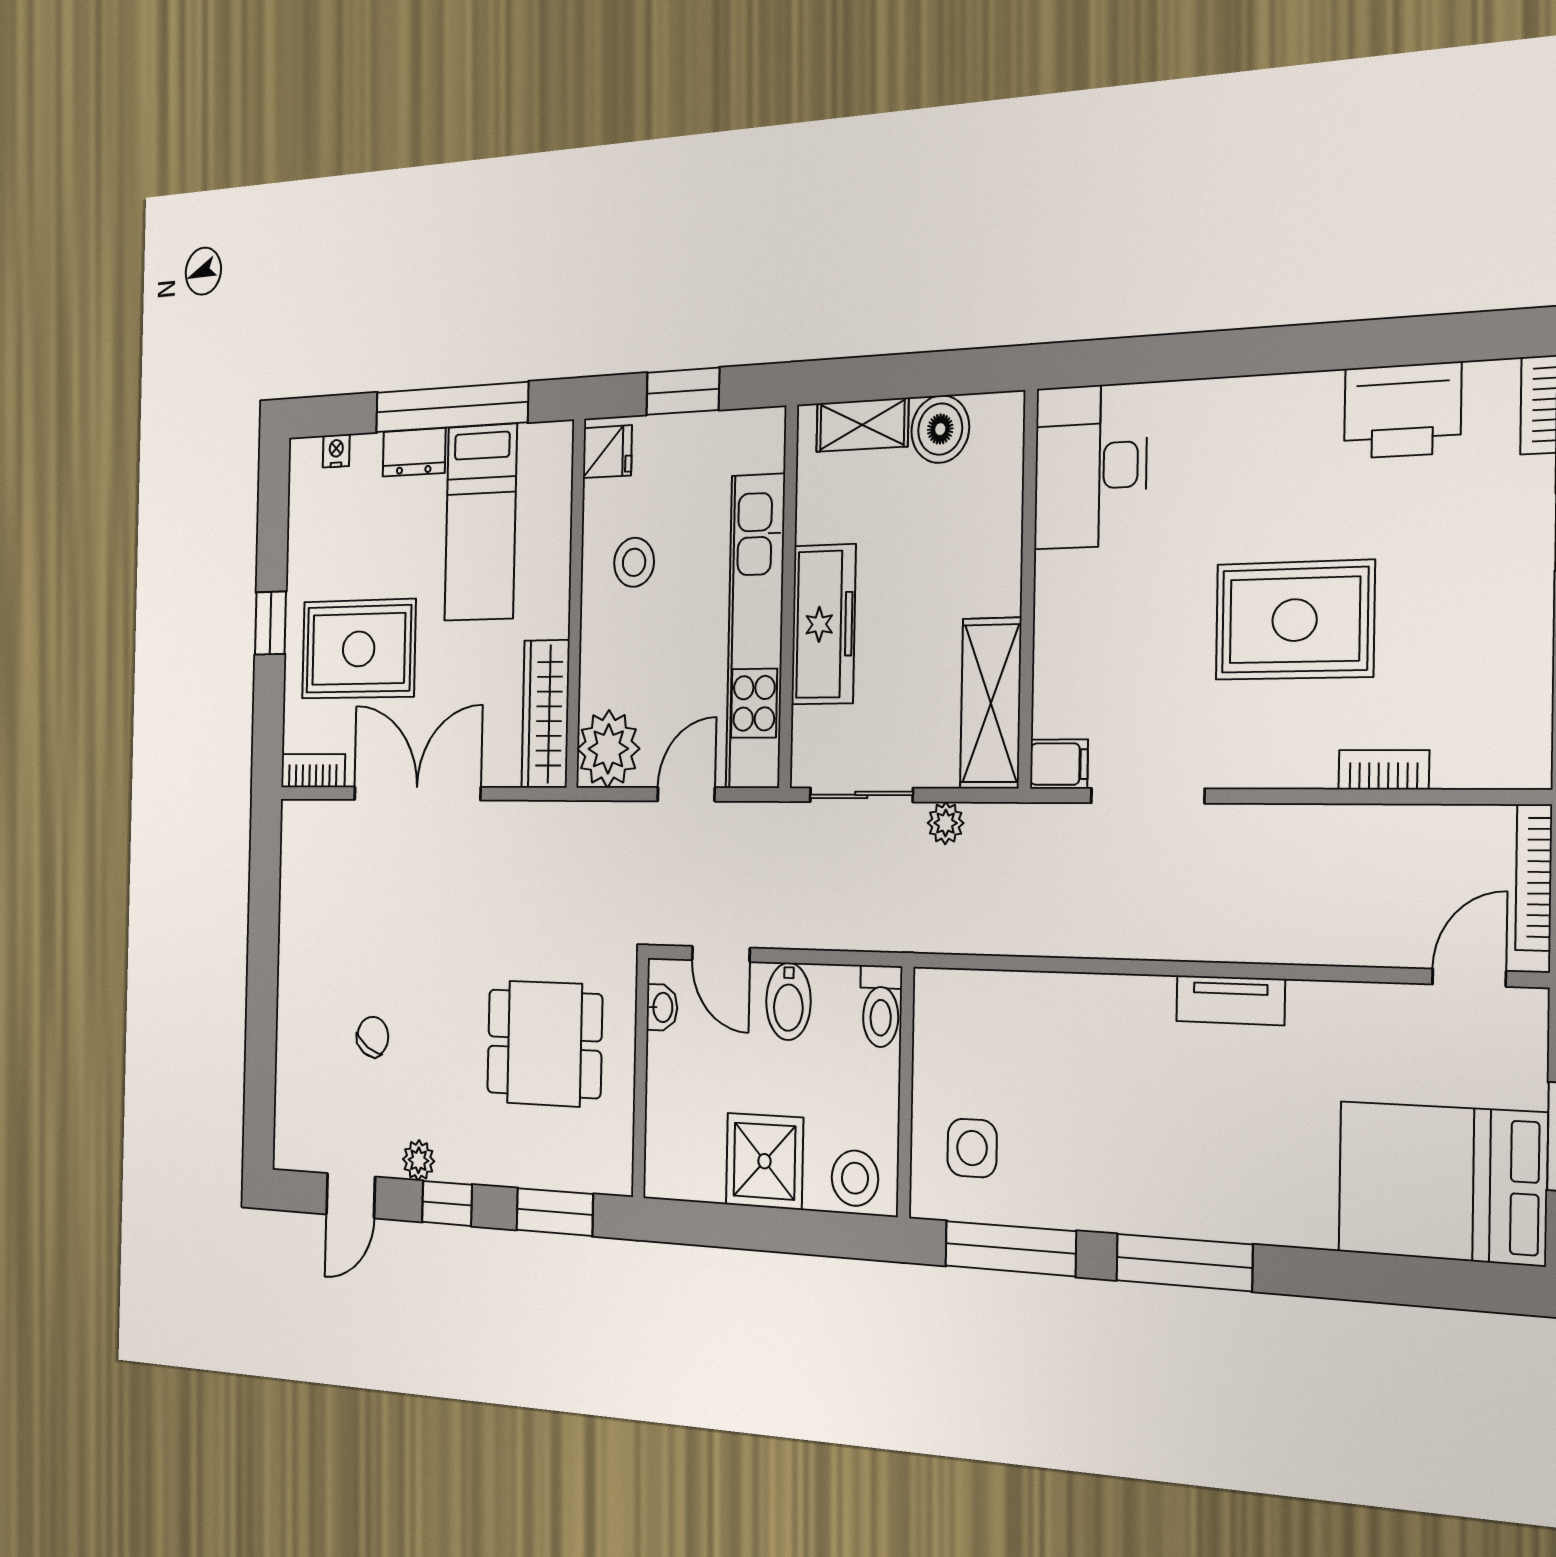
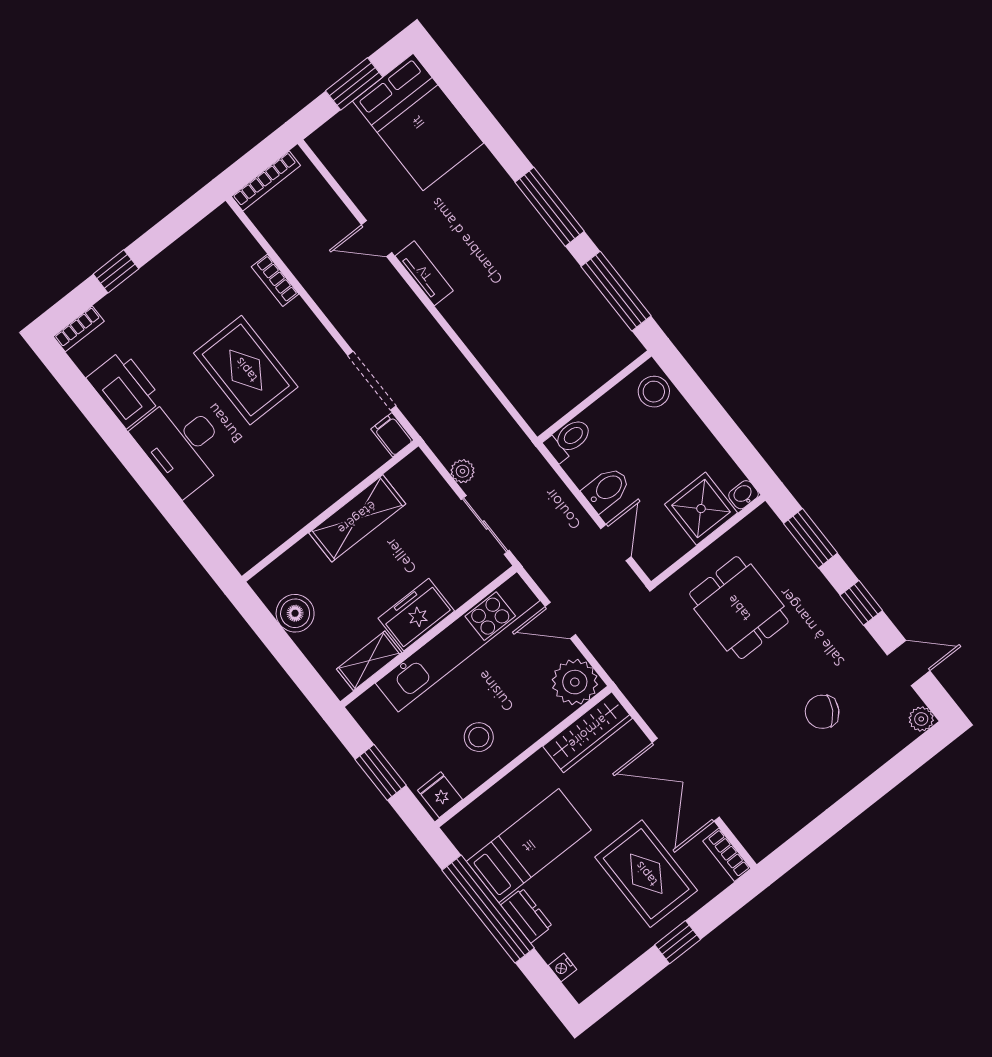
shelving: (862, 425) -> (369, 661), moved, turned 90
desk: (1091, 466) -> (182, 444), moved, turned 90
freezer: (823, 624) -> (416, 615), width x0.71
shelving: (991, 703) -> (357, 518), moved
door: (1469, 978) -> (377, 239), moved
washbasin: (662, 1007) -> (743, 495), moved
chair: (373, 1037) -> (822, 712), width x1.37, depth x1.37
side table: (972, 1148) -> (590, 344), removed
plant: (419, 1160) -> (921, 719), moved
shower: (764, 1161) -> (701, 509), moved

